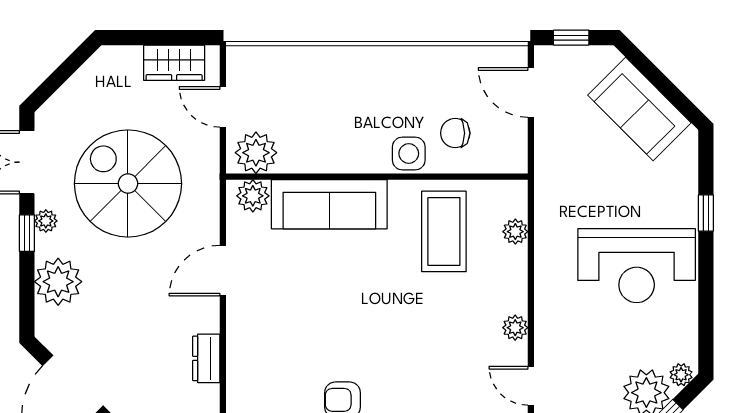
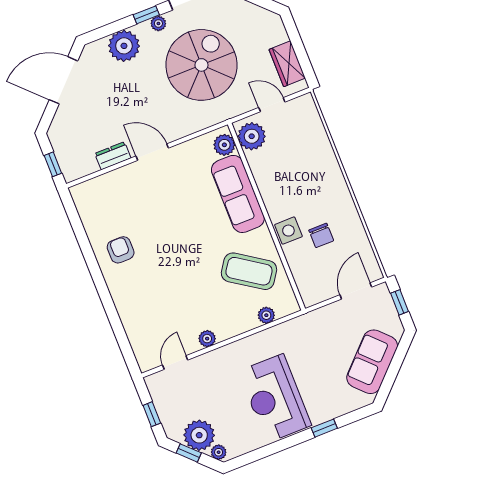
door: (223, 107) -> (272, 105), hinge flipped
chair: (455, 133) -> (321, 235), moved, turned 180
coffee table: (444, 231) -> (249, 271), turned 34
door: (223, 271) -> (152, 152), moved

